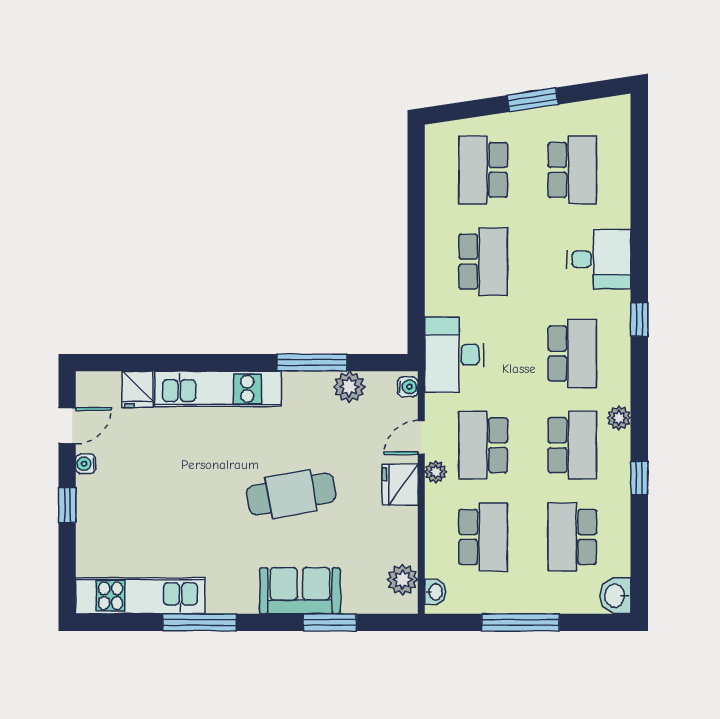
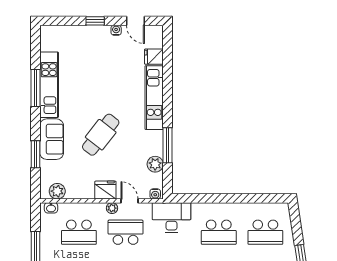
school desk: (483, 170) -> (265, 232), turned 180
cafe table: (291, 494) -> (101, 135), turned 48
kitchen unit: (140, 596) -> (49, 85), moved

